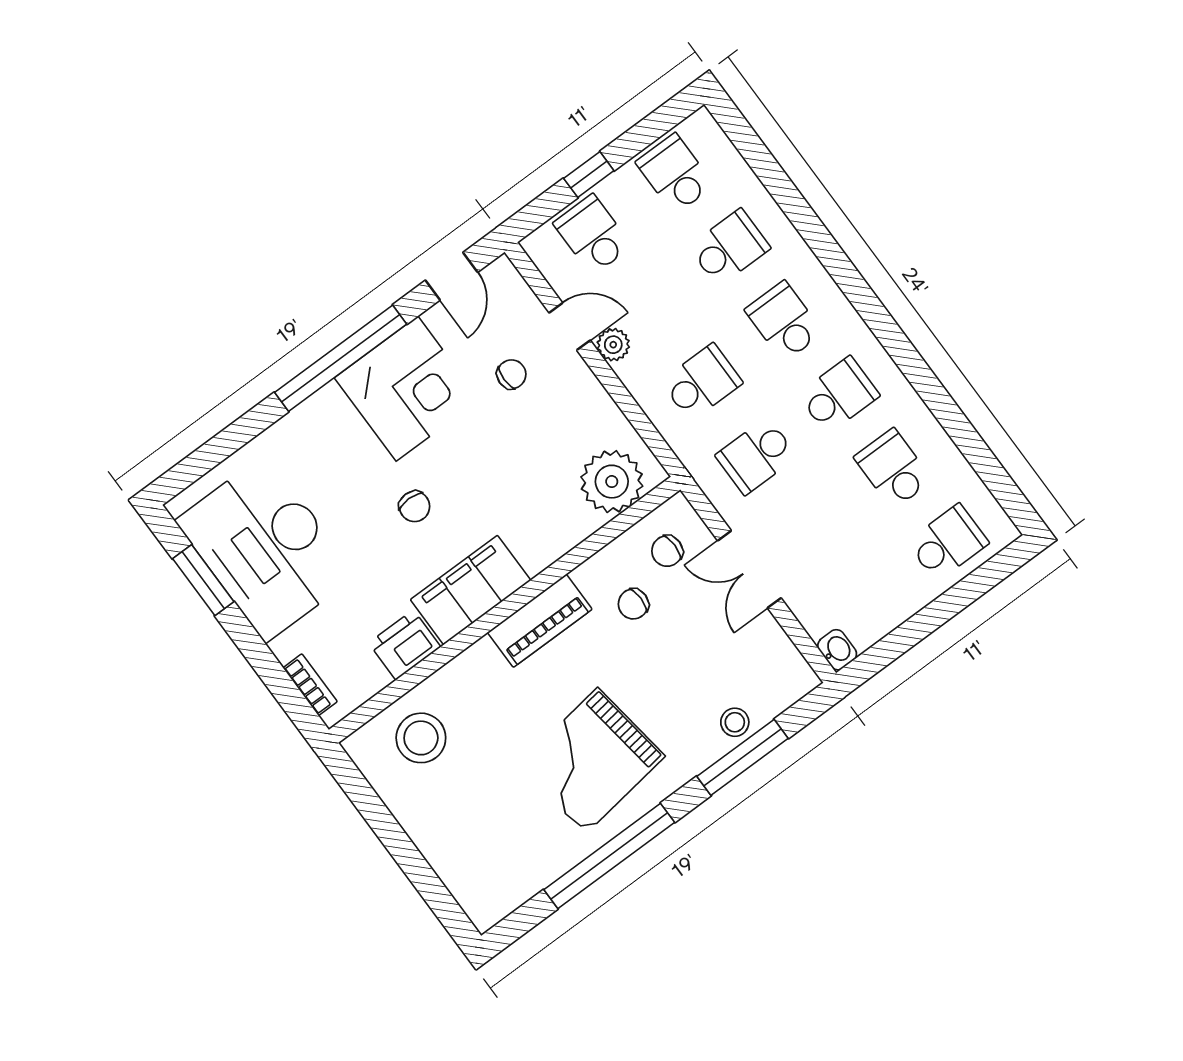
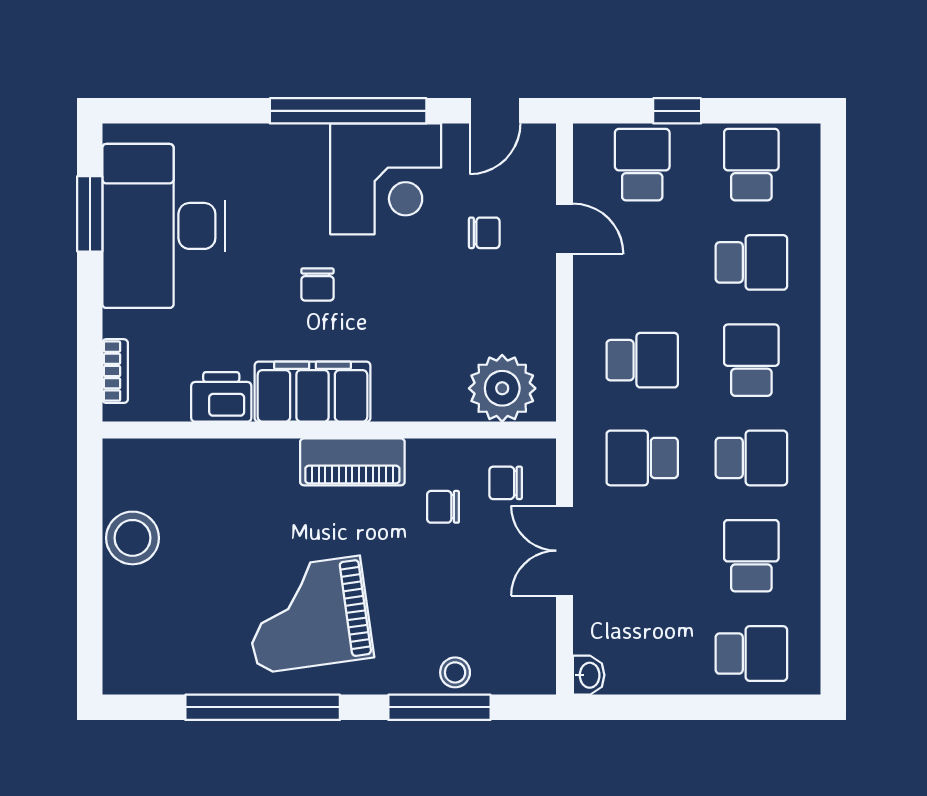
plant: (613, 345) -> (590, 272), removed
stool: (421, 738) -> (133, 538), moved

